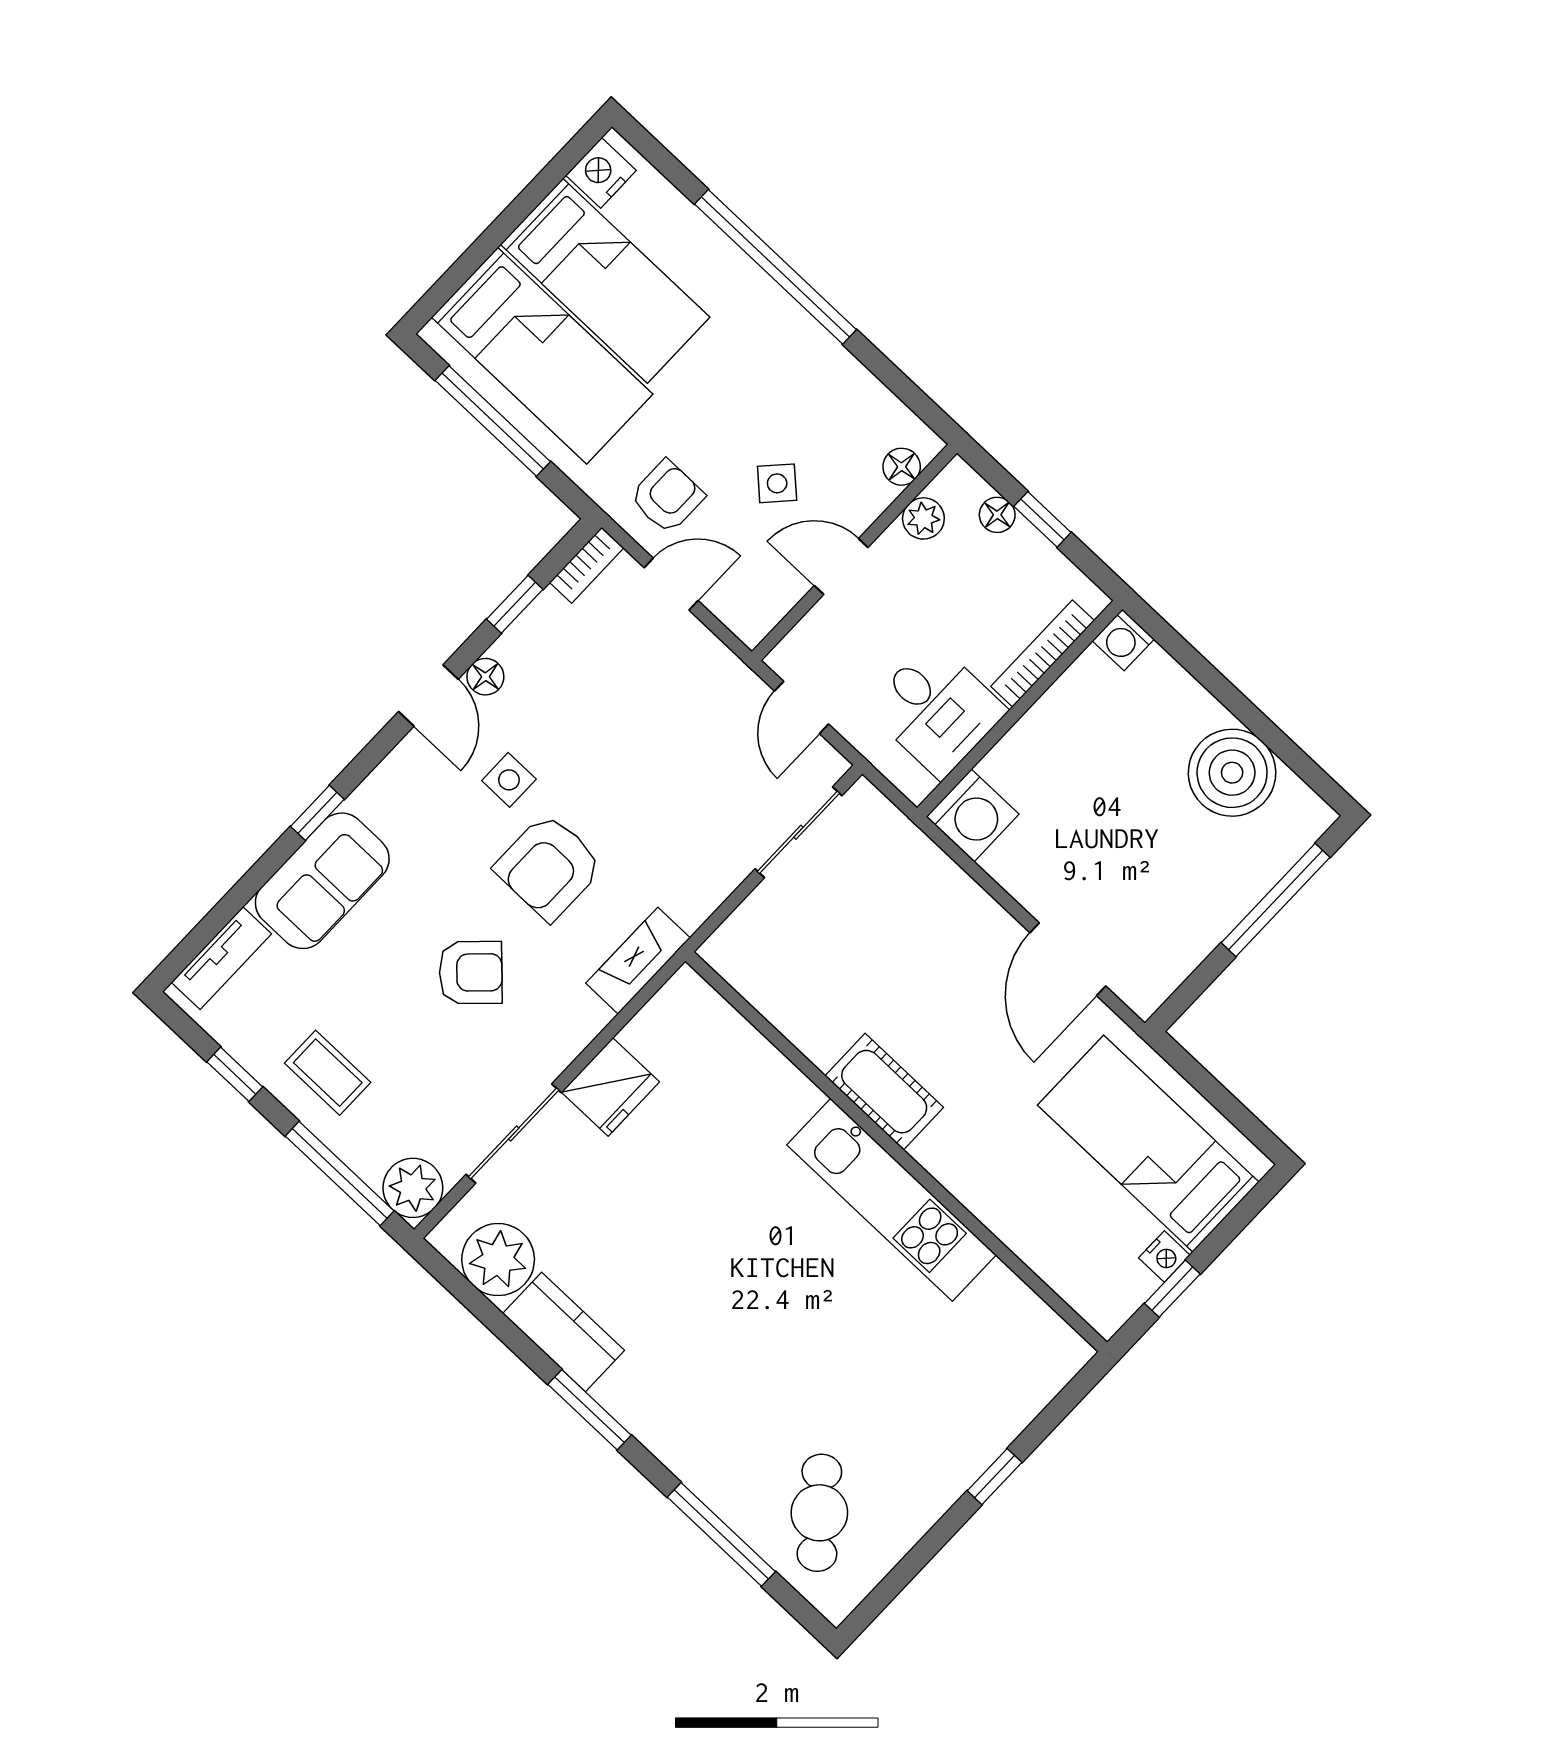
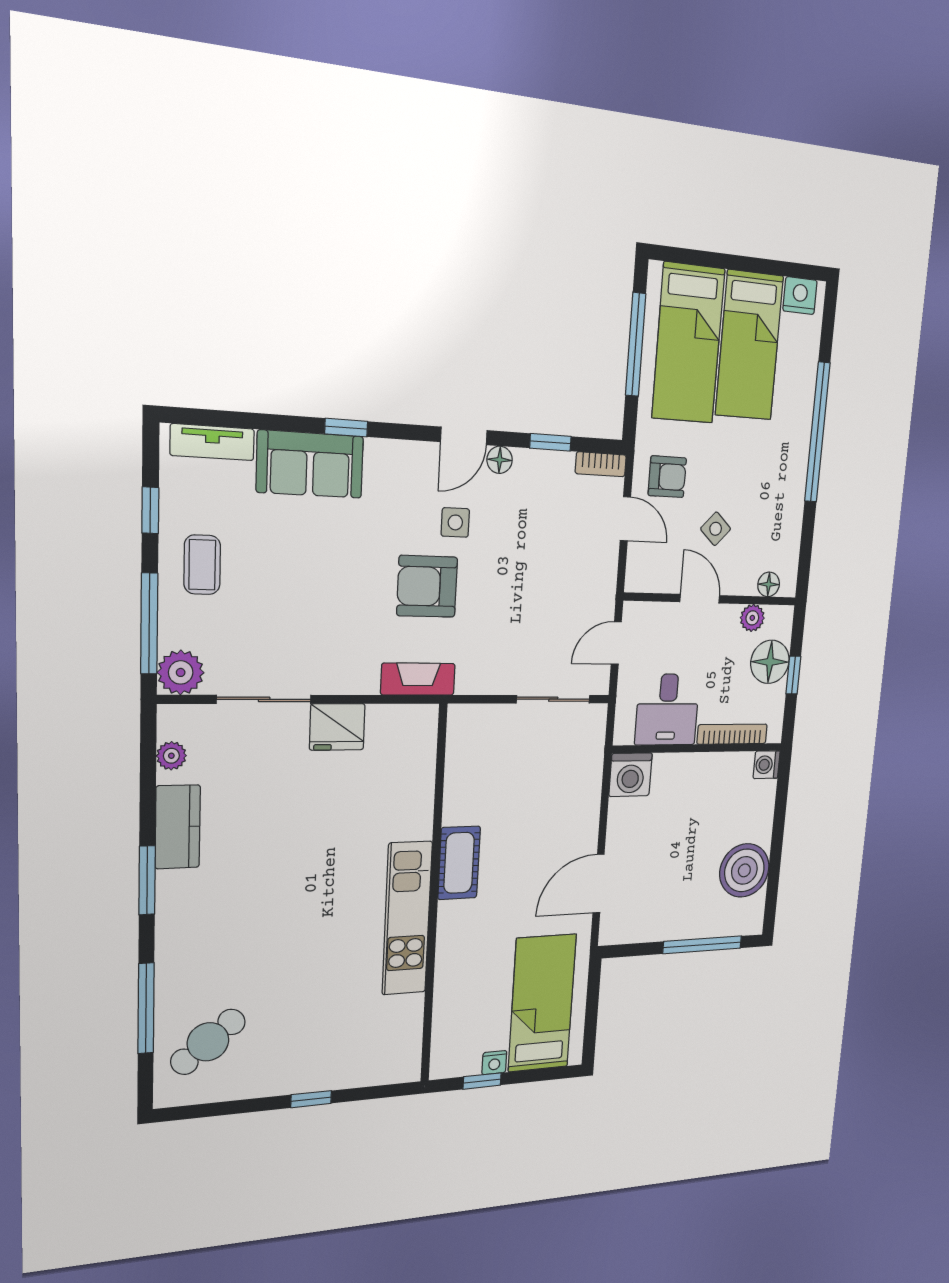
floor lamp: (997, 515) -> (770, 662), width x1.89, depth x1.89
armchair: (471, 973) -> (332, 595), removed
plant: (498, 1260) -> (171, 756), width x0.53, depth x0.53

